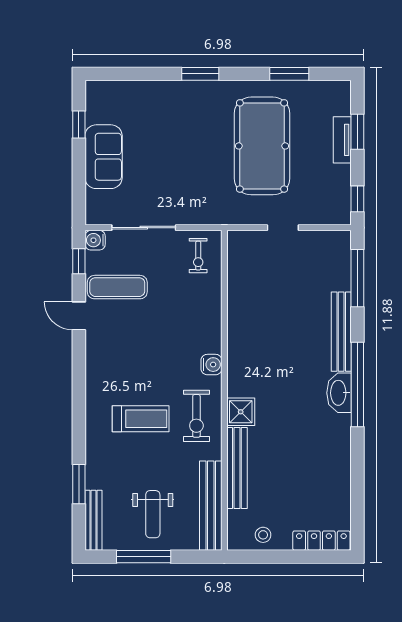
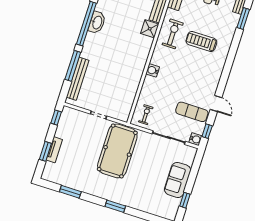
pool table: (262, 146) -> (117, 151), moved
window: (357, 278) -> (73, 66), moved
bench: (341, 332) -> (78, 79), moved
water cooler: (211, 365) -> (153, 70), moved

